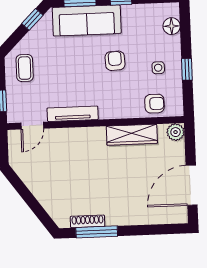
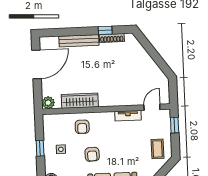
armchair: (154, 104) -> (82, 127), moved, turned -90
tv unit: (73, 114) -> (128, 116), width x0.71
bench: (133, 218) -> (79, 41), added
window: (97, 232) -> (105, 30), width x0.46

